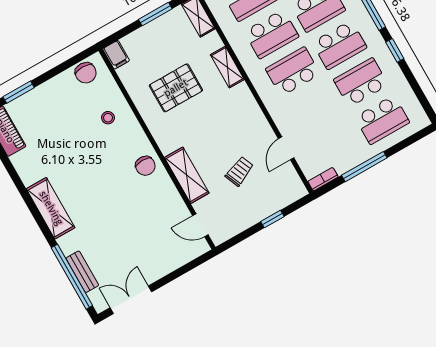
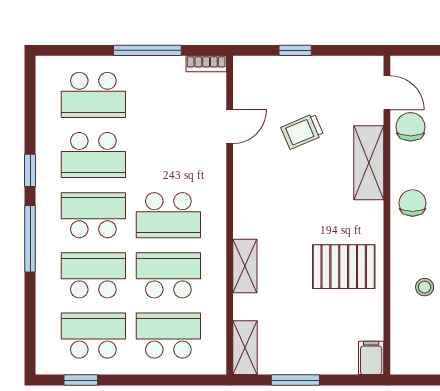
chair: (86, 73) -> (411, 127), moved
pallet: (176, 88) -> (344, 267), moved
school desk: (382, 120) -> (93, 95), turned 180

